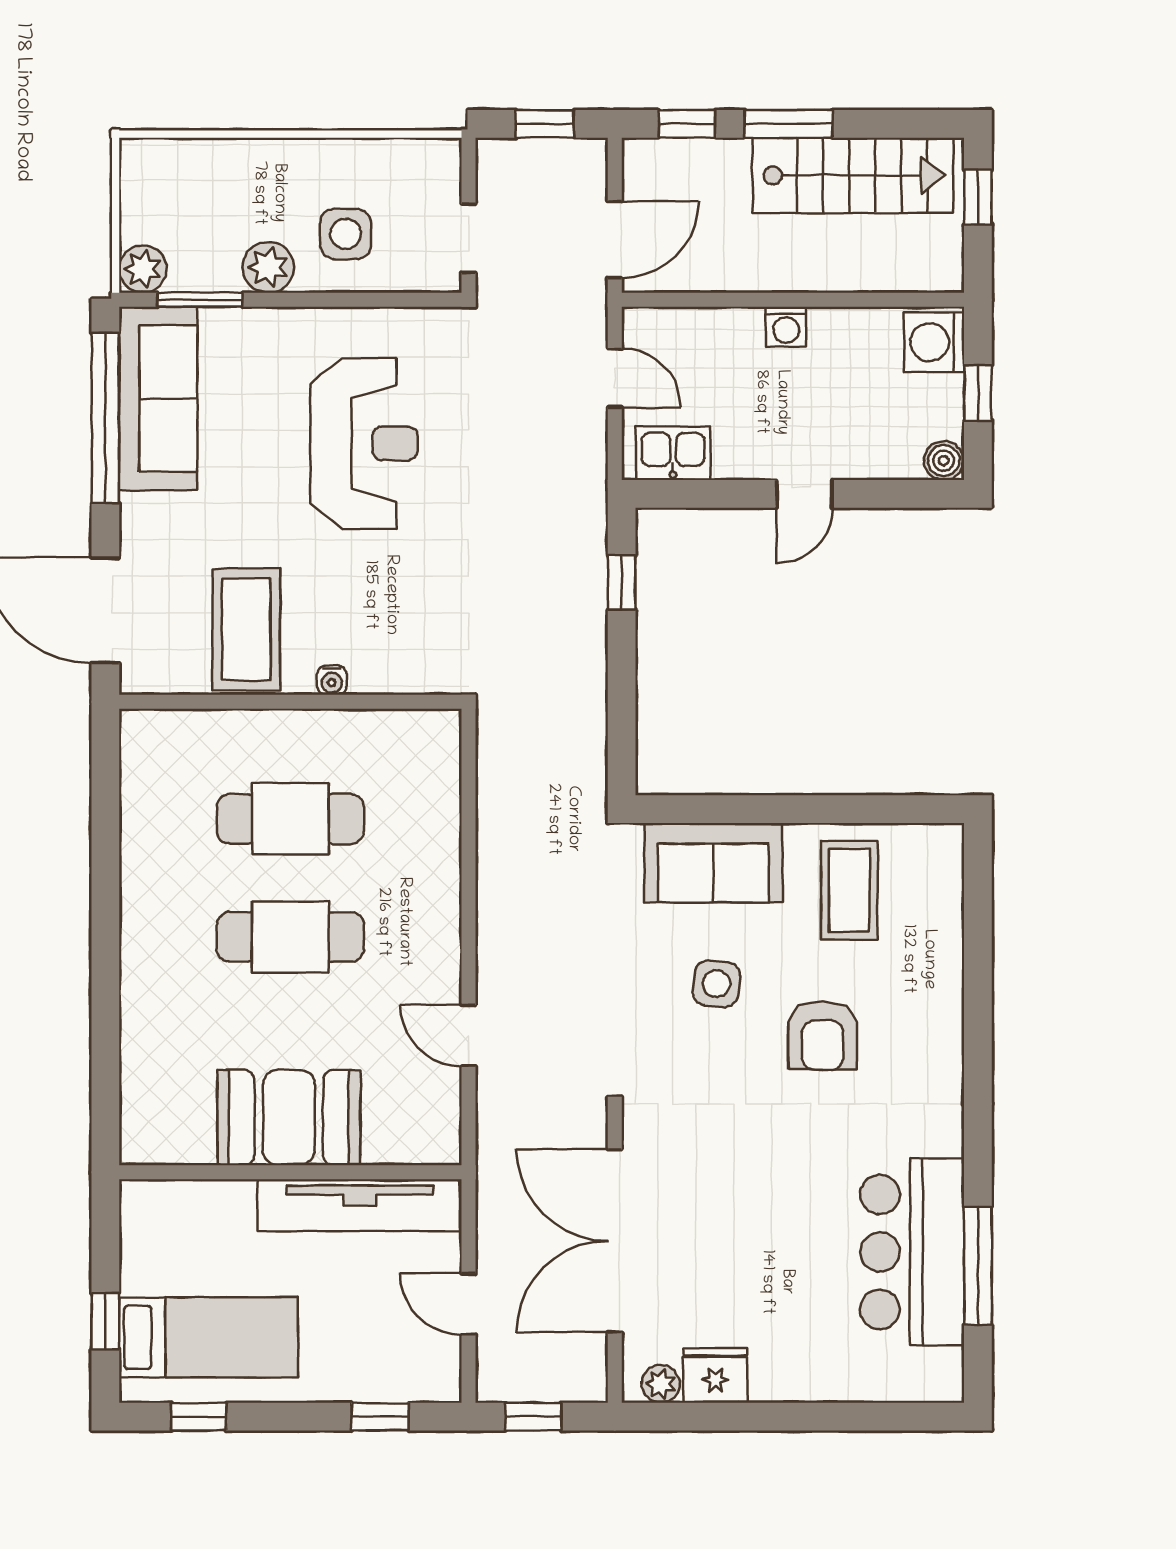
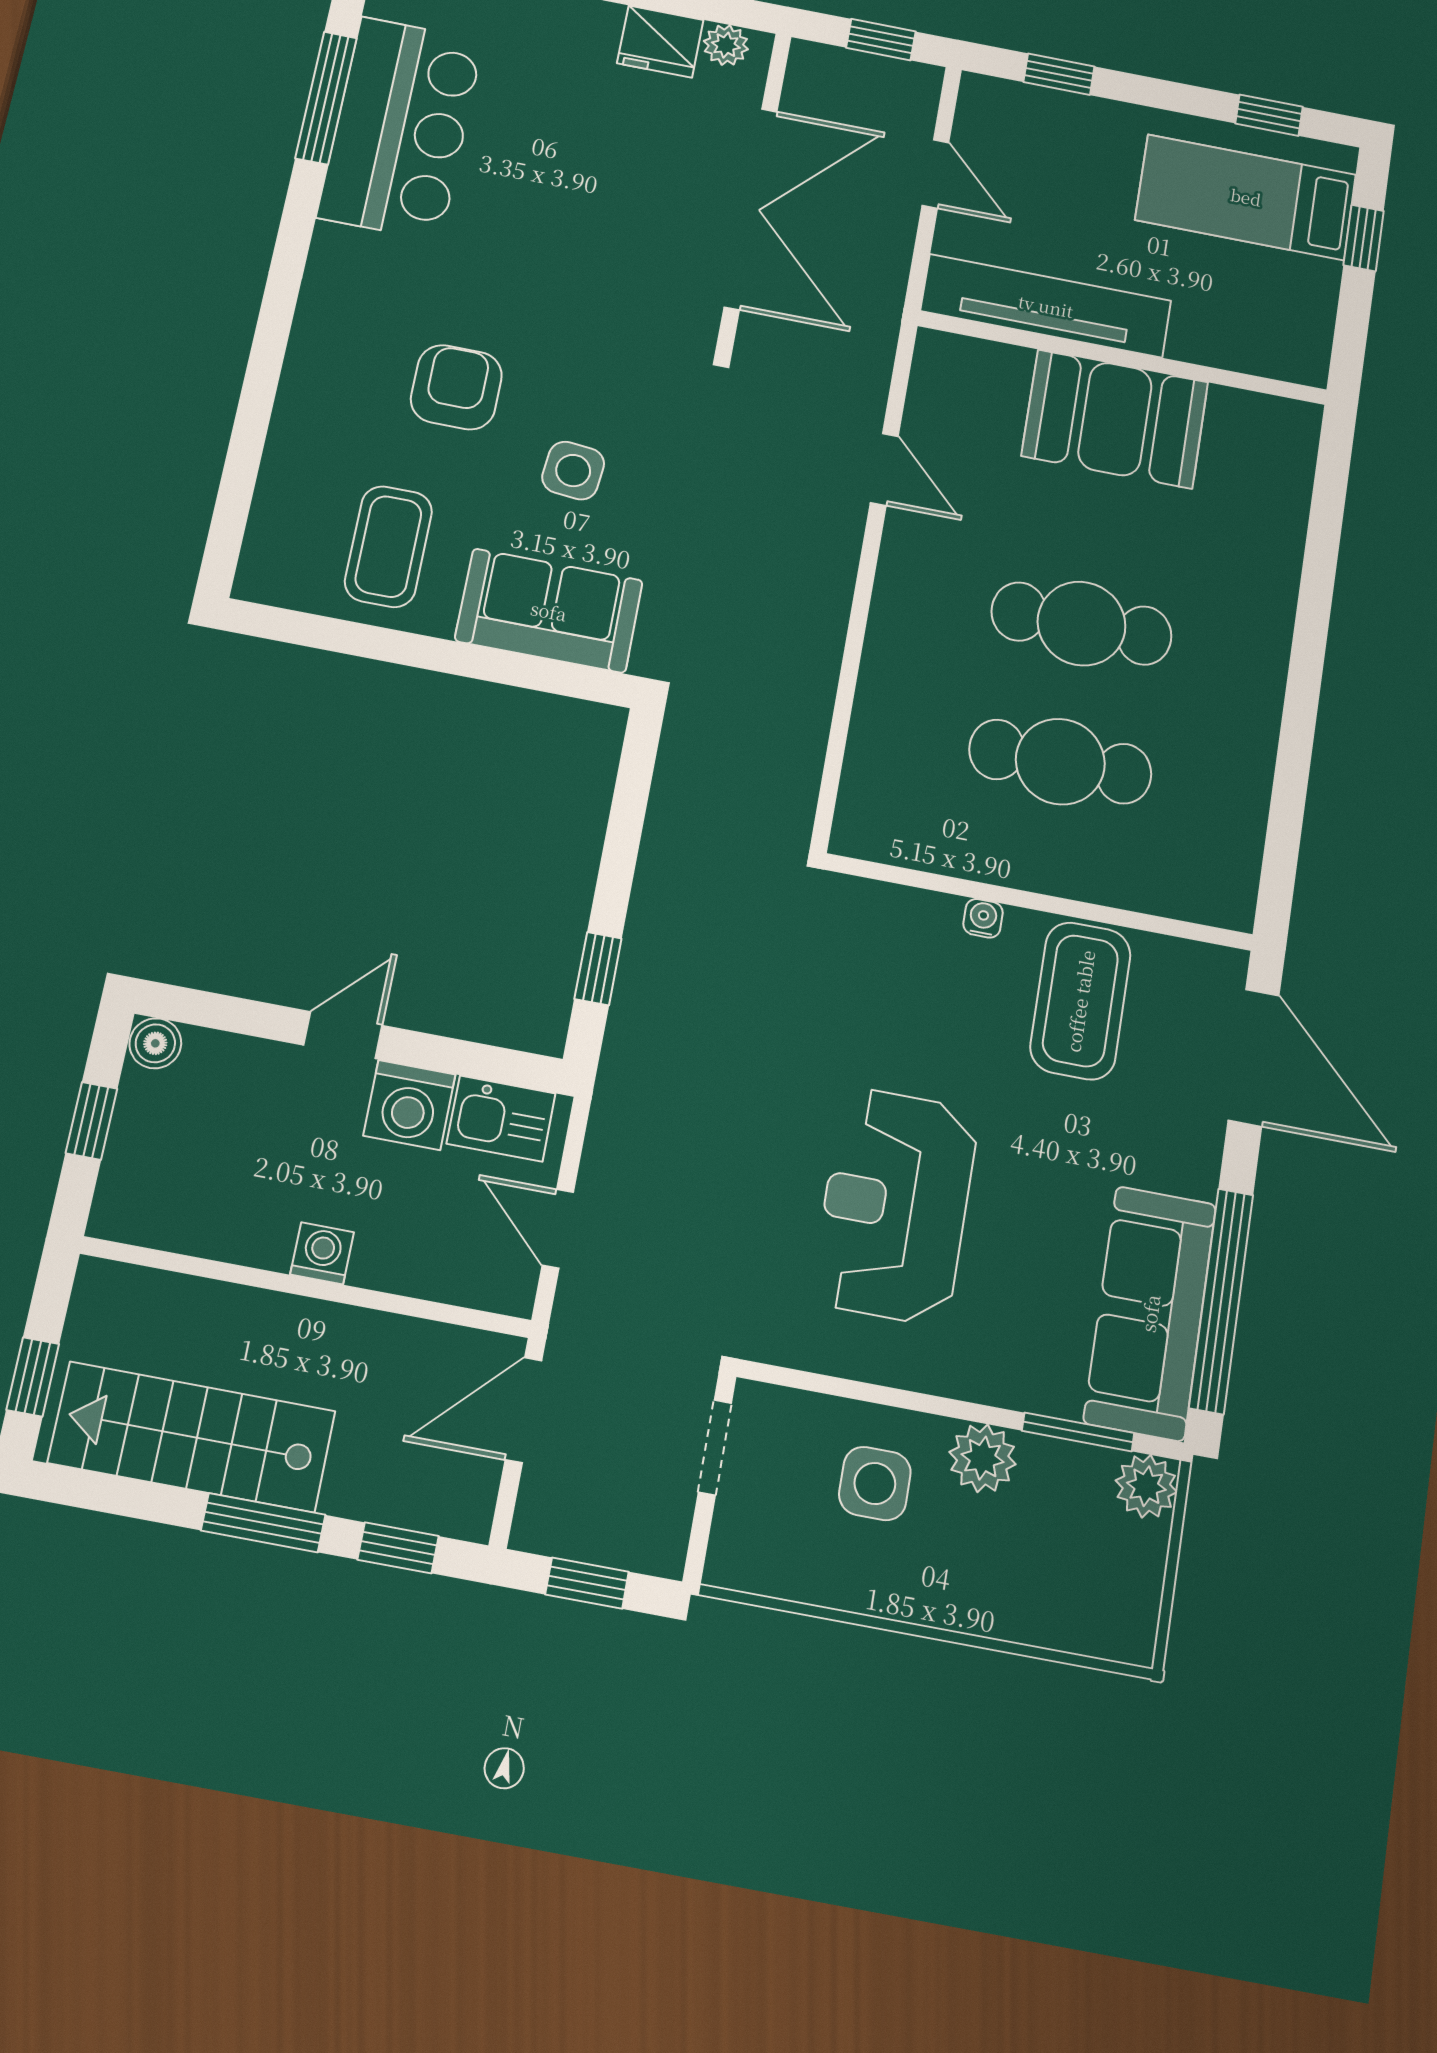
washing machine: (934, 342) -> (409, 1105), moved, turned 90

